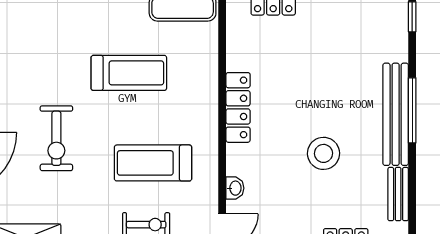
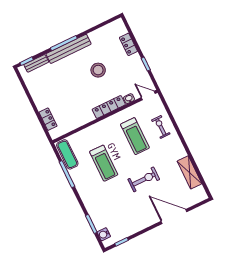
treadmill: (129, 73) -> (104, 163), turned 180
locker: (238, 107) -> (109, 107), moved
bench: (398, 194) -> (36, 63), moved

